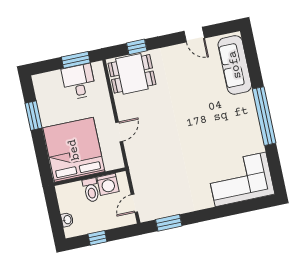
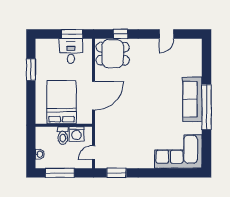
door: (194, 35) -> (166, 34), hinge flipped
sofa: (235, 65) -> (192, 99), moved
door: (119, 132) -> (94, 96), width x1.88
bed: (74, 150) -> (61, 102), width x0.73
window: (97, 238) -> (60, 173), width x2.17

